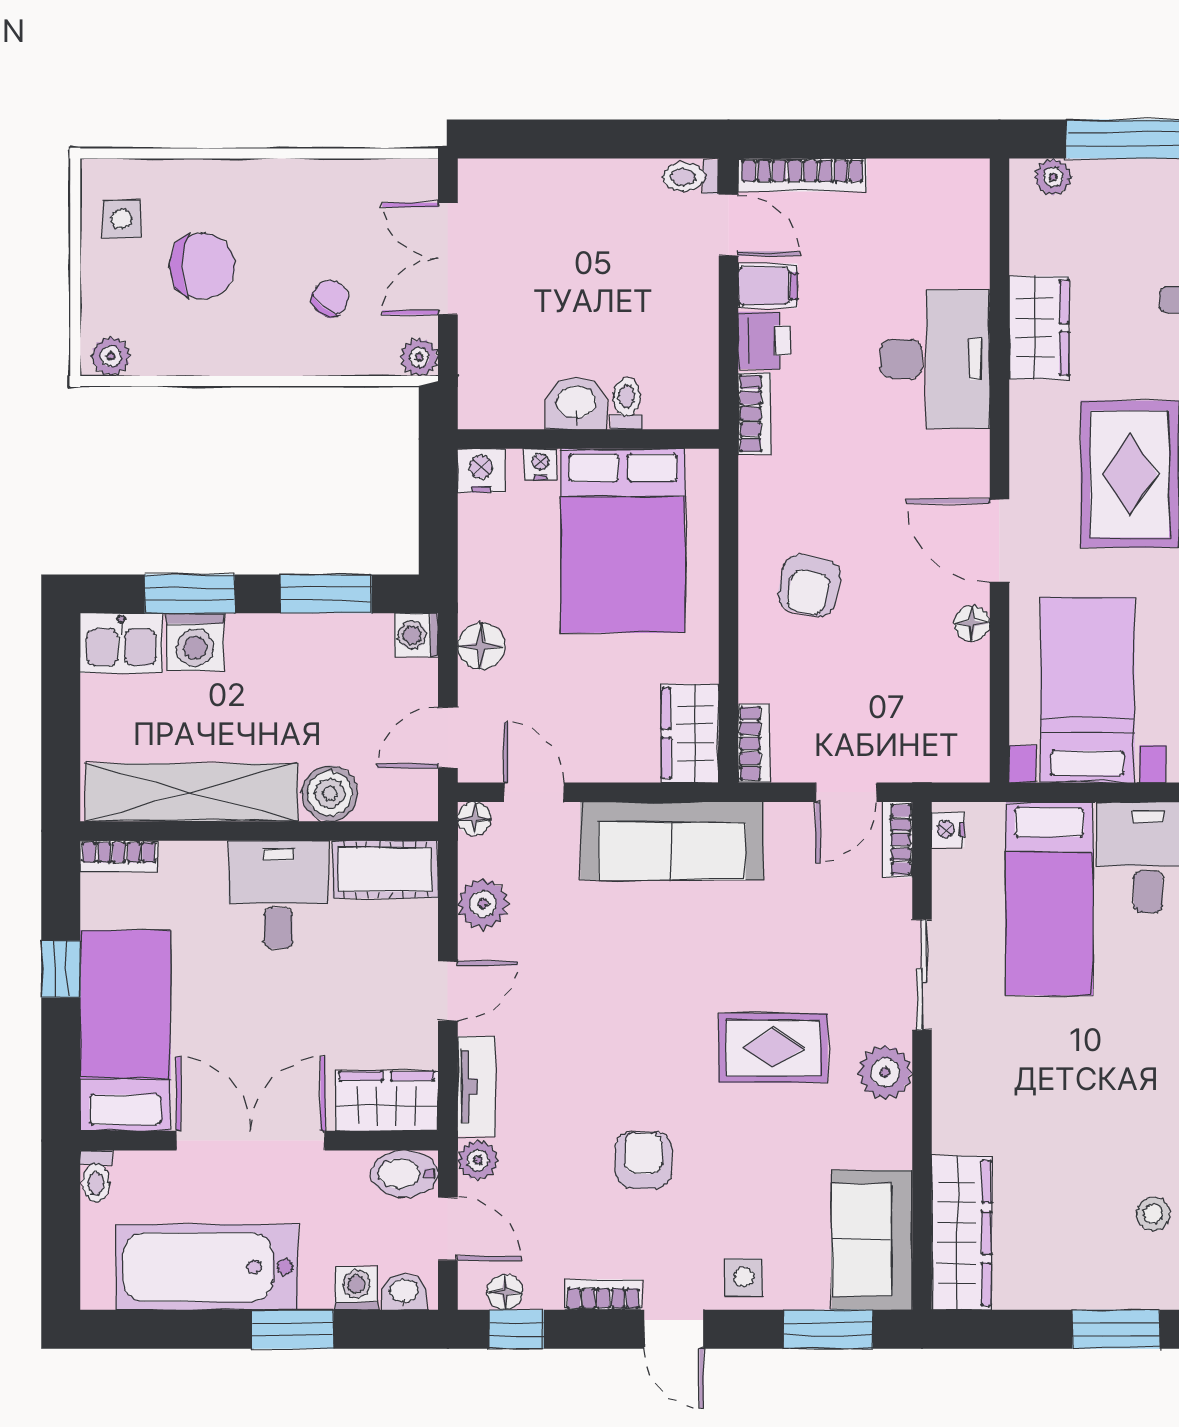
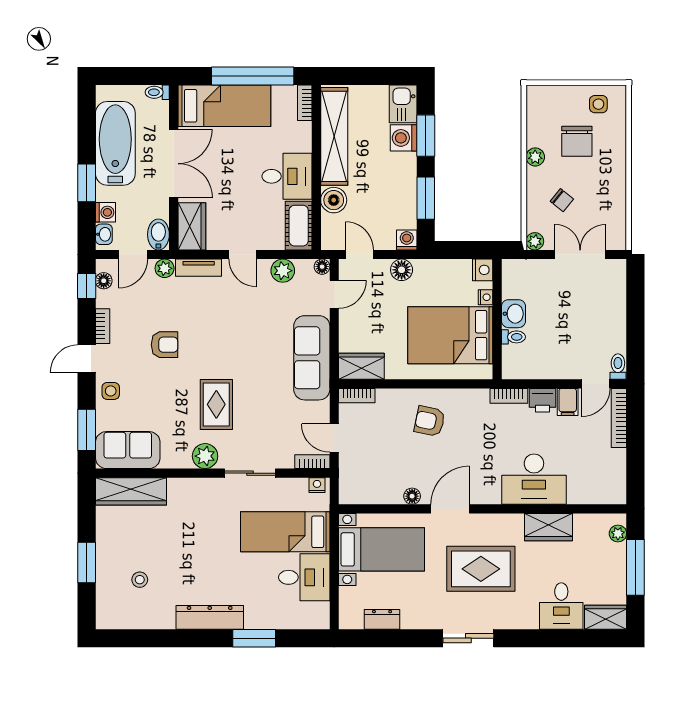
plant: (111, 356) -> (535, 157), moved
window: (61, 969) -> (253, 76), width x3.17

